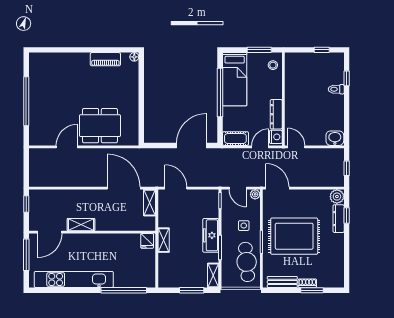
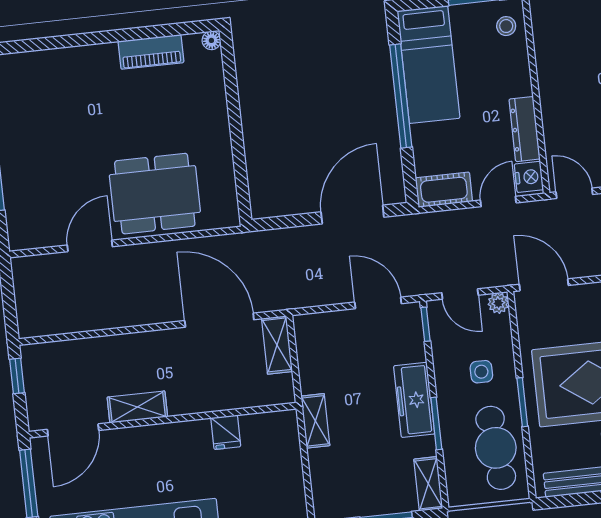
door: (176, 188) -> (378, 303), moved
fridge: (147, 241) -> (226, 432), moved

